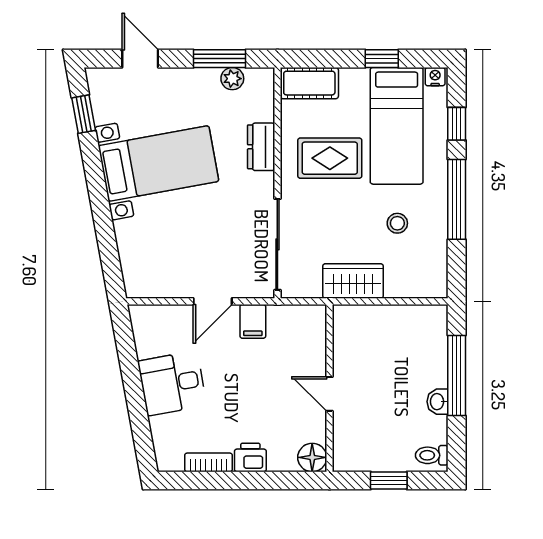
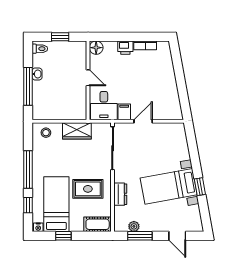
window: (84, 114) -> (200, 187), moved
stool: (397, 223) -> (46, 133), moved
desk: (172, 383) -> (104, 106), moved, turned 100

